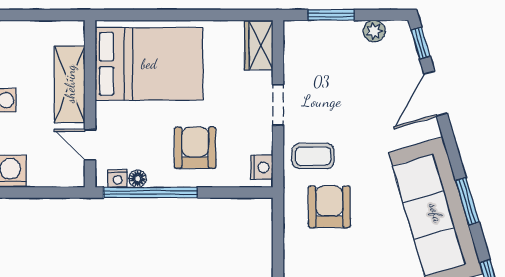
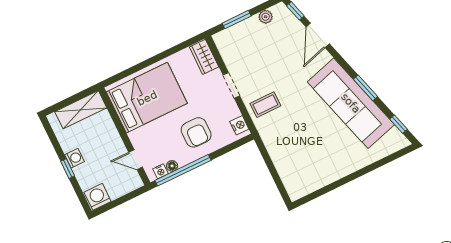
shelving: (70, 84) -> (81, 110), moved, turned 90
armchair: (195, 148) -> (196, 132), turned 180
armchair: (329, 207) -> (289, 129), removed

